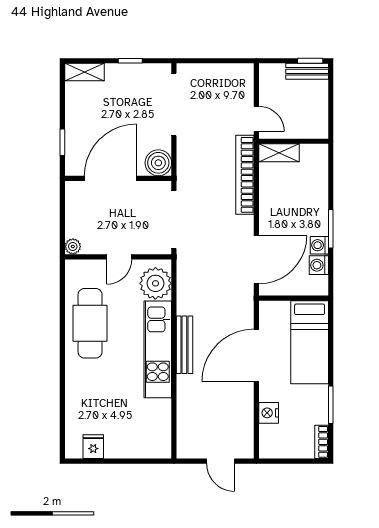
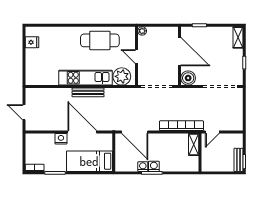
washing machine: (319, 265) -> (154, 166), moved
nightstand: (269, 413) -> (61, 139), moved
door: (220, 461) -> (24, 112), hinge flipped

